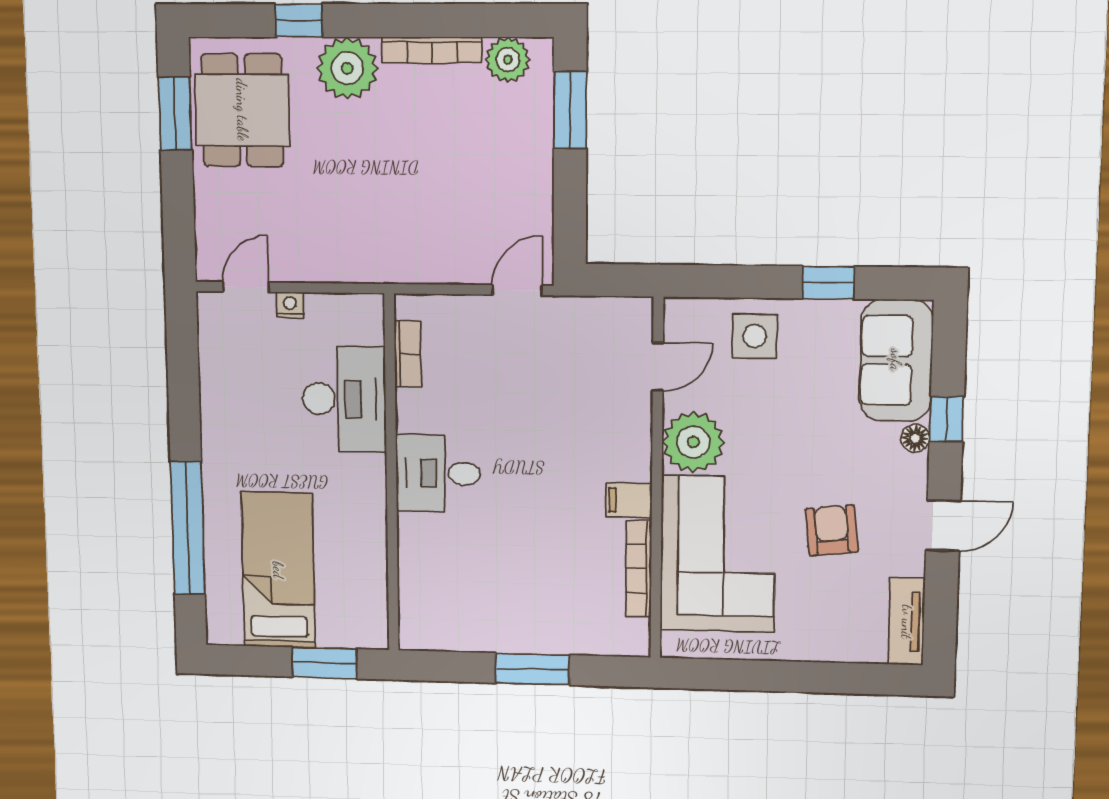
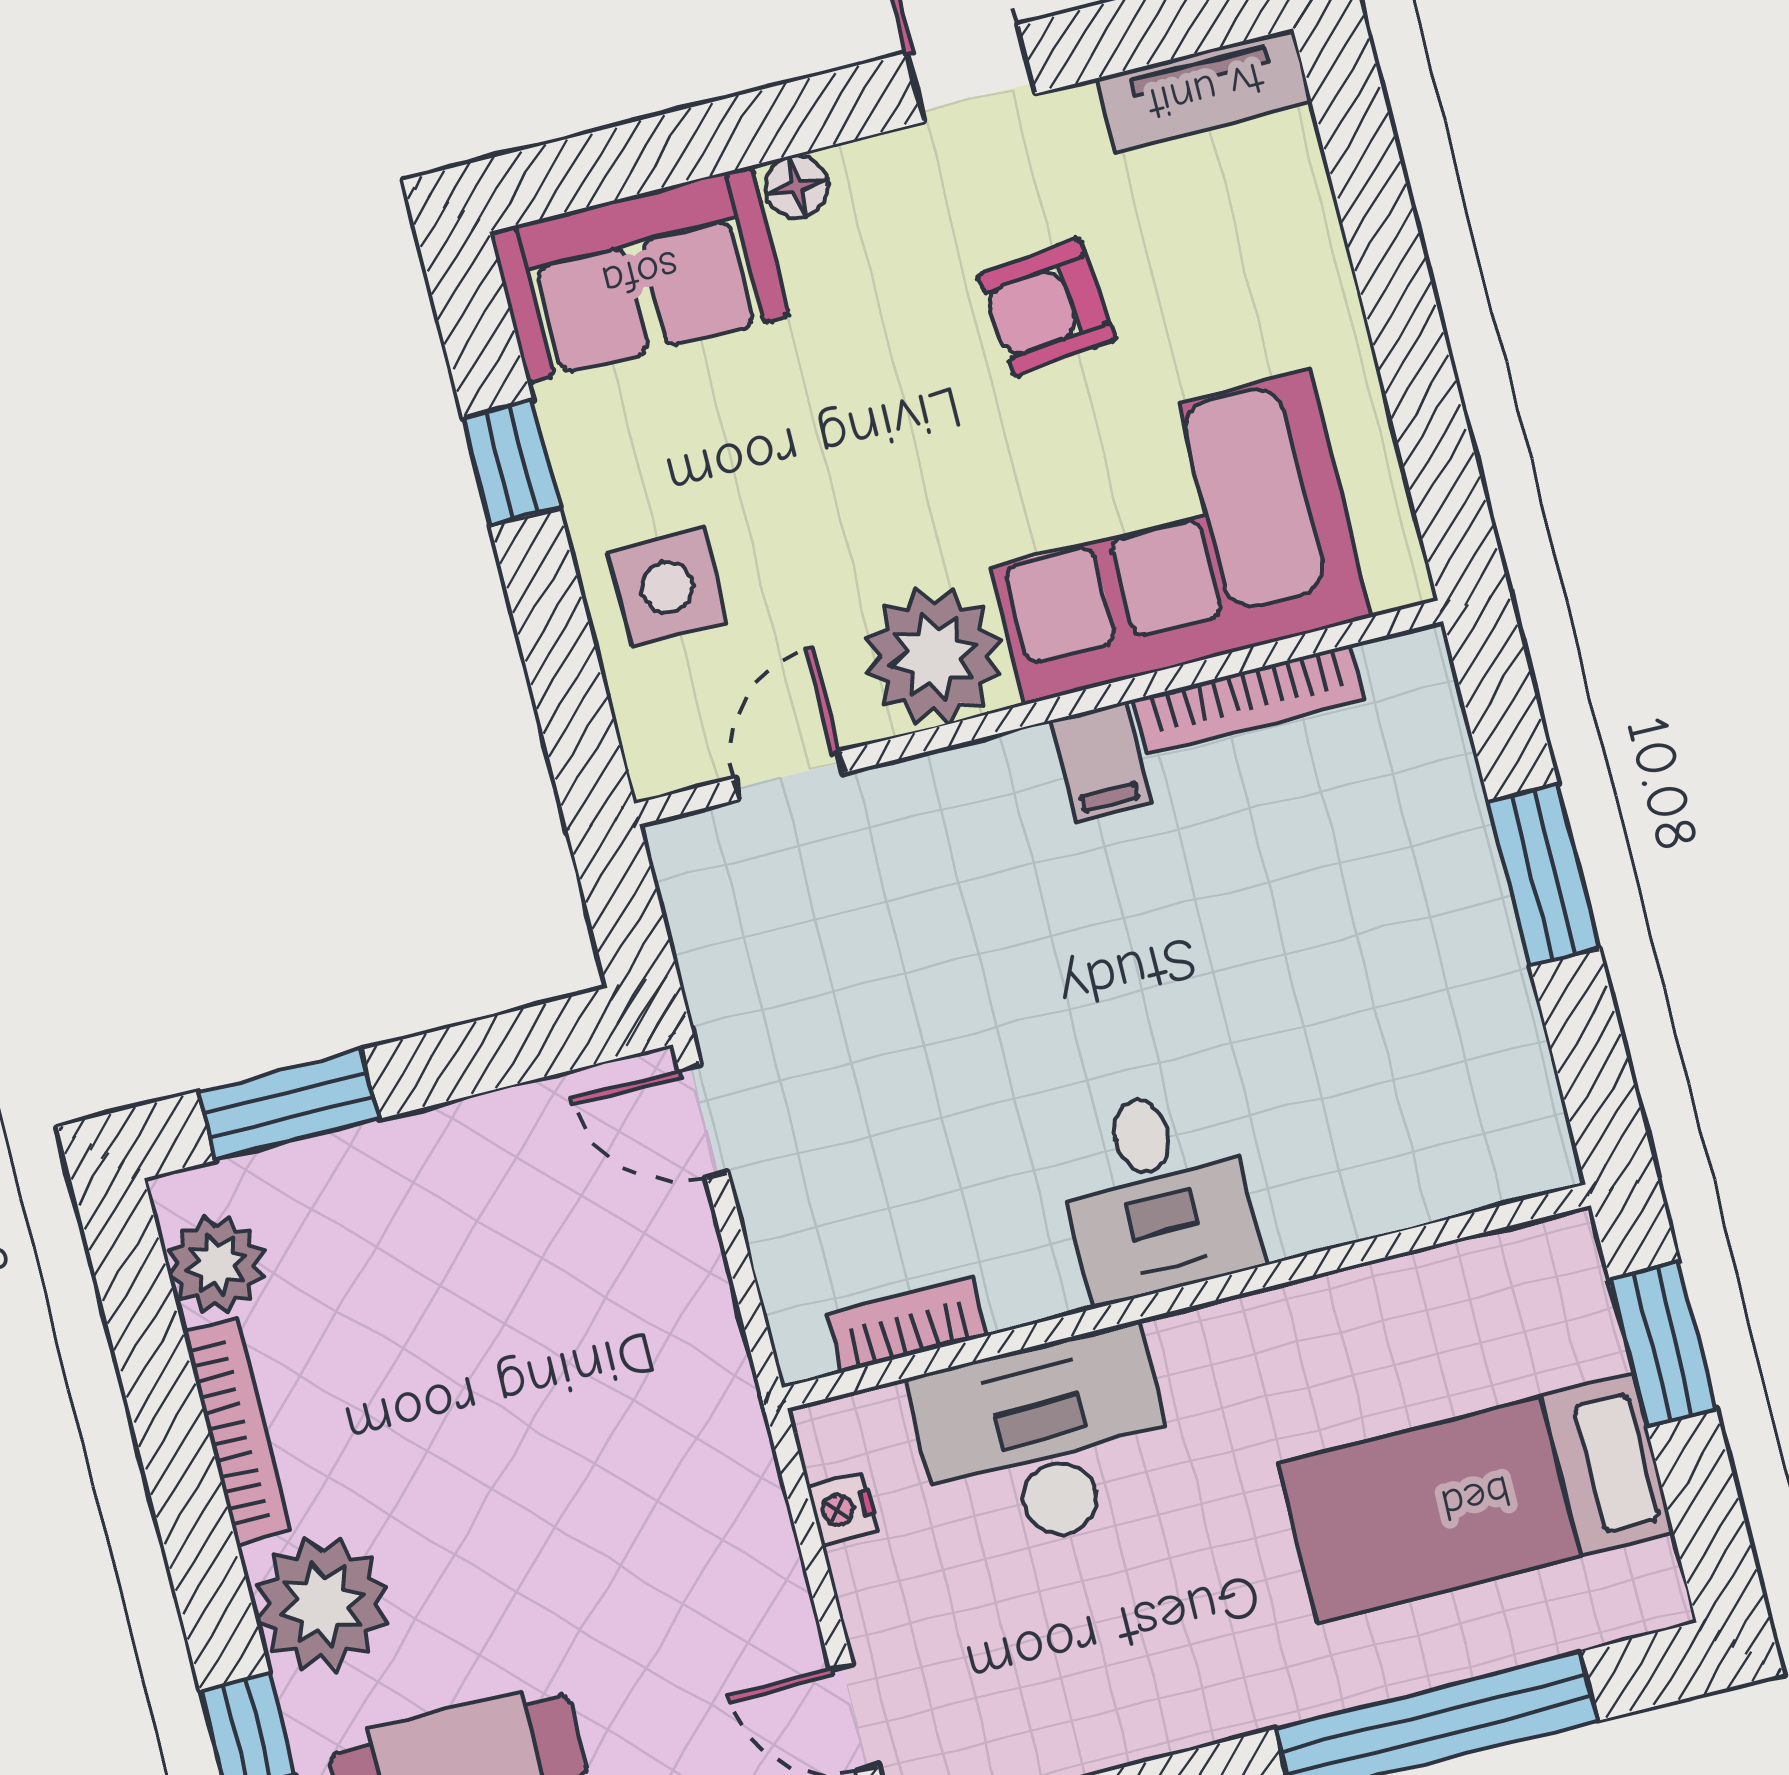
nightstand: (290, 305) -> (842, 1509), moved
door: (658, 367) -> (789, 776), hinge flipped
window: (947, 419) -> (737, 132), removed

